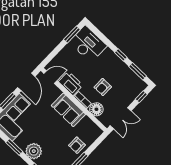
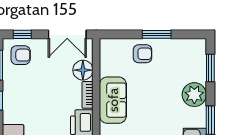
armchair: (103, 87) -> (21, 55), moved
double door: (121, 118) -> (67, 34), swing flipped

